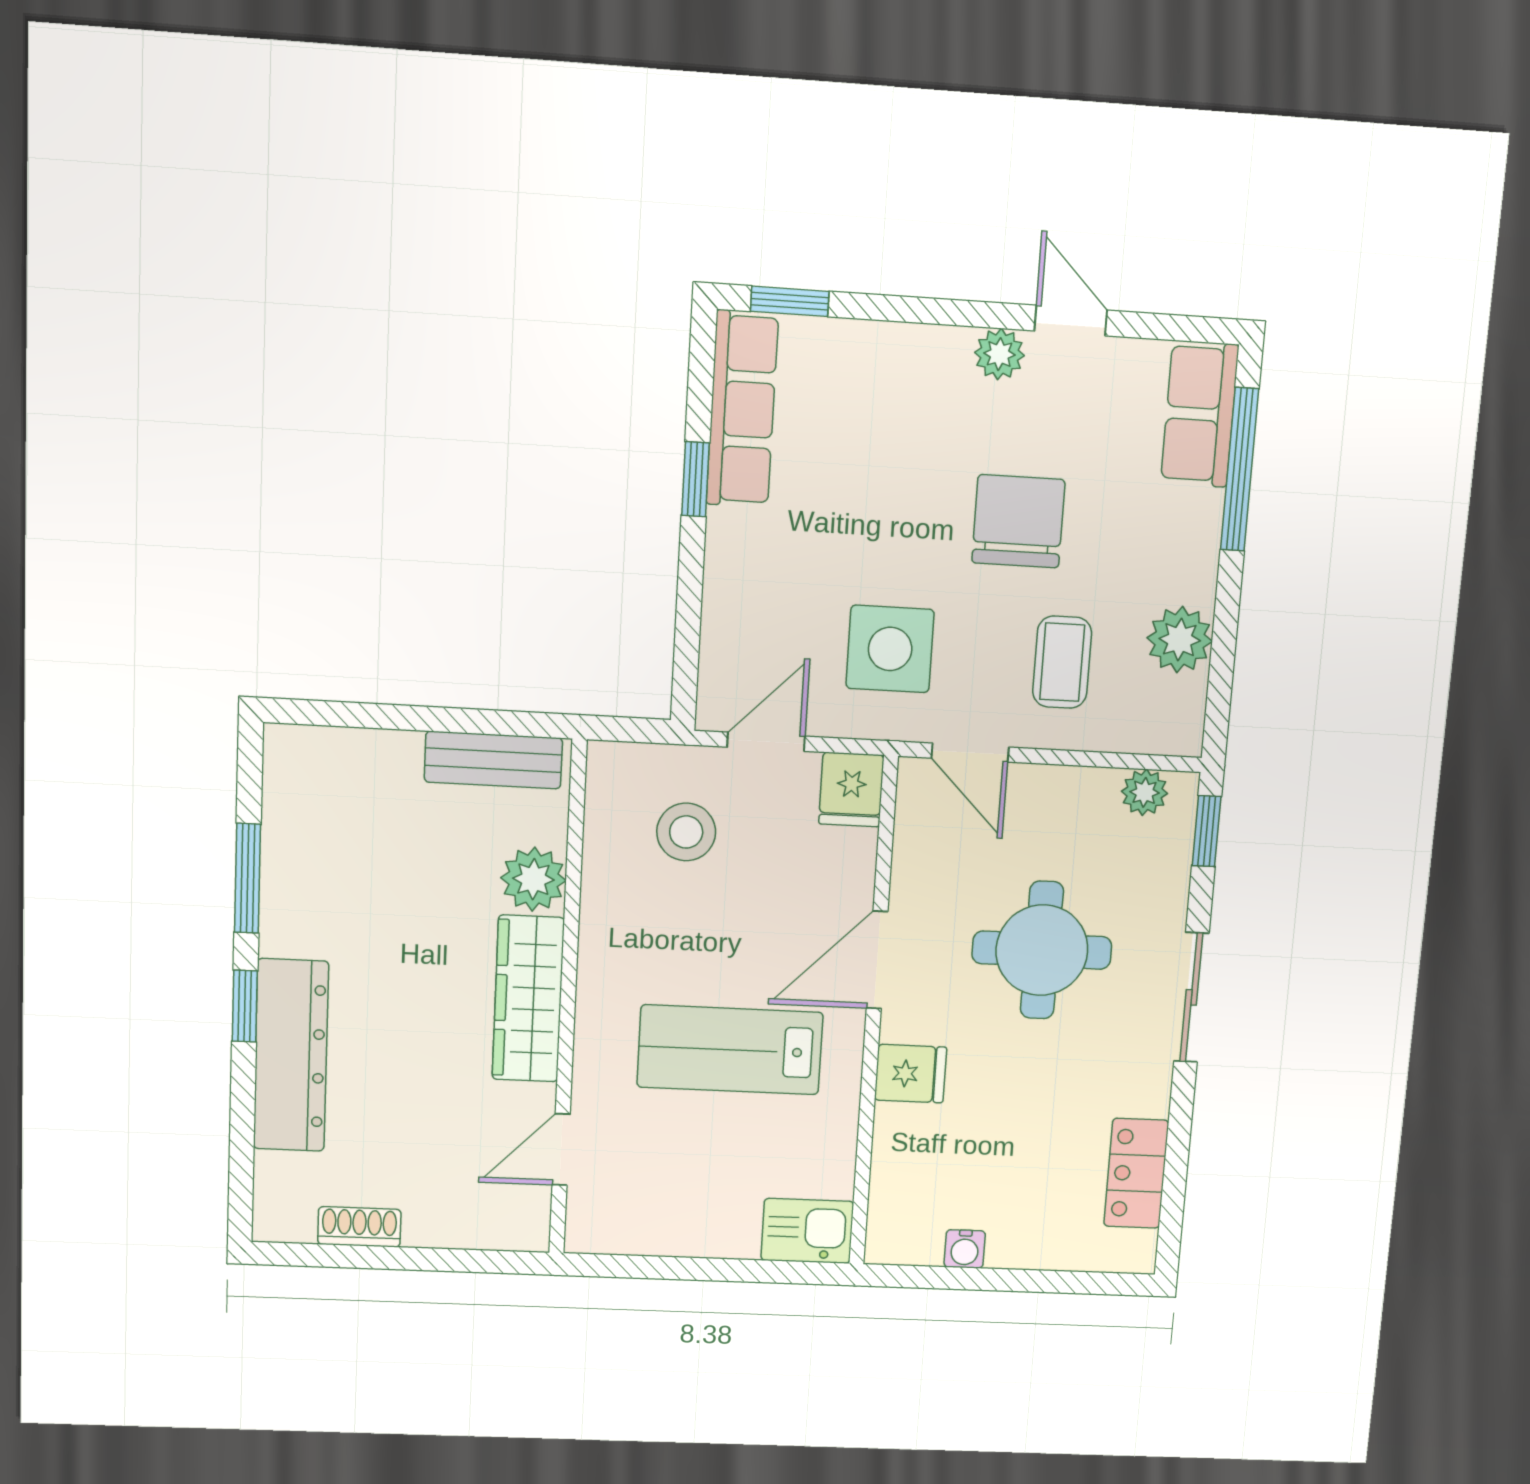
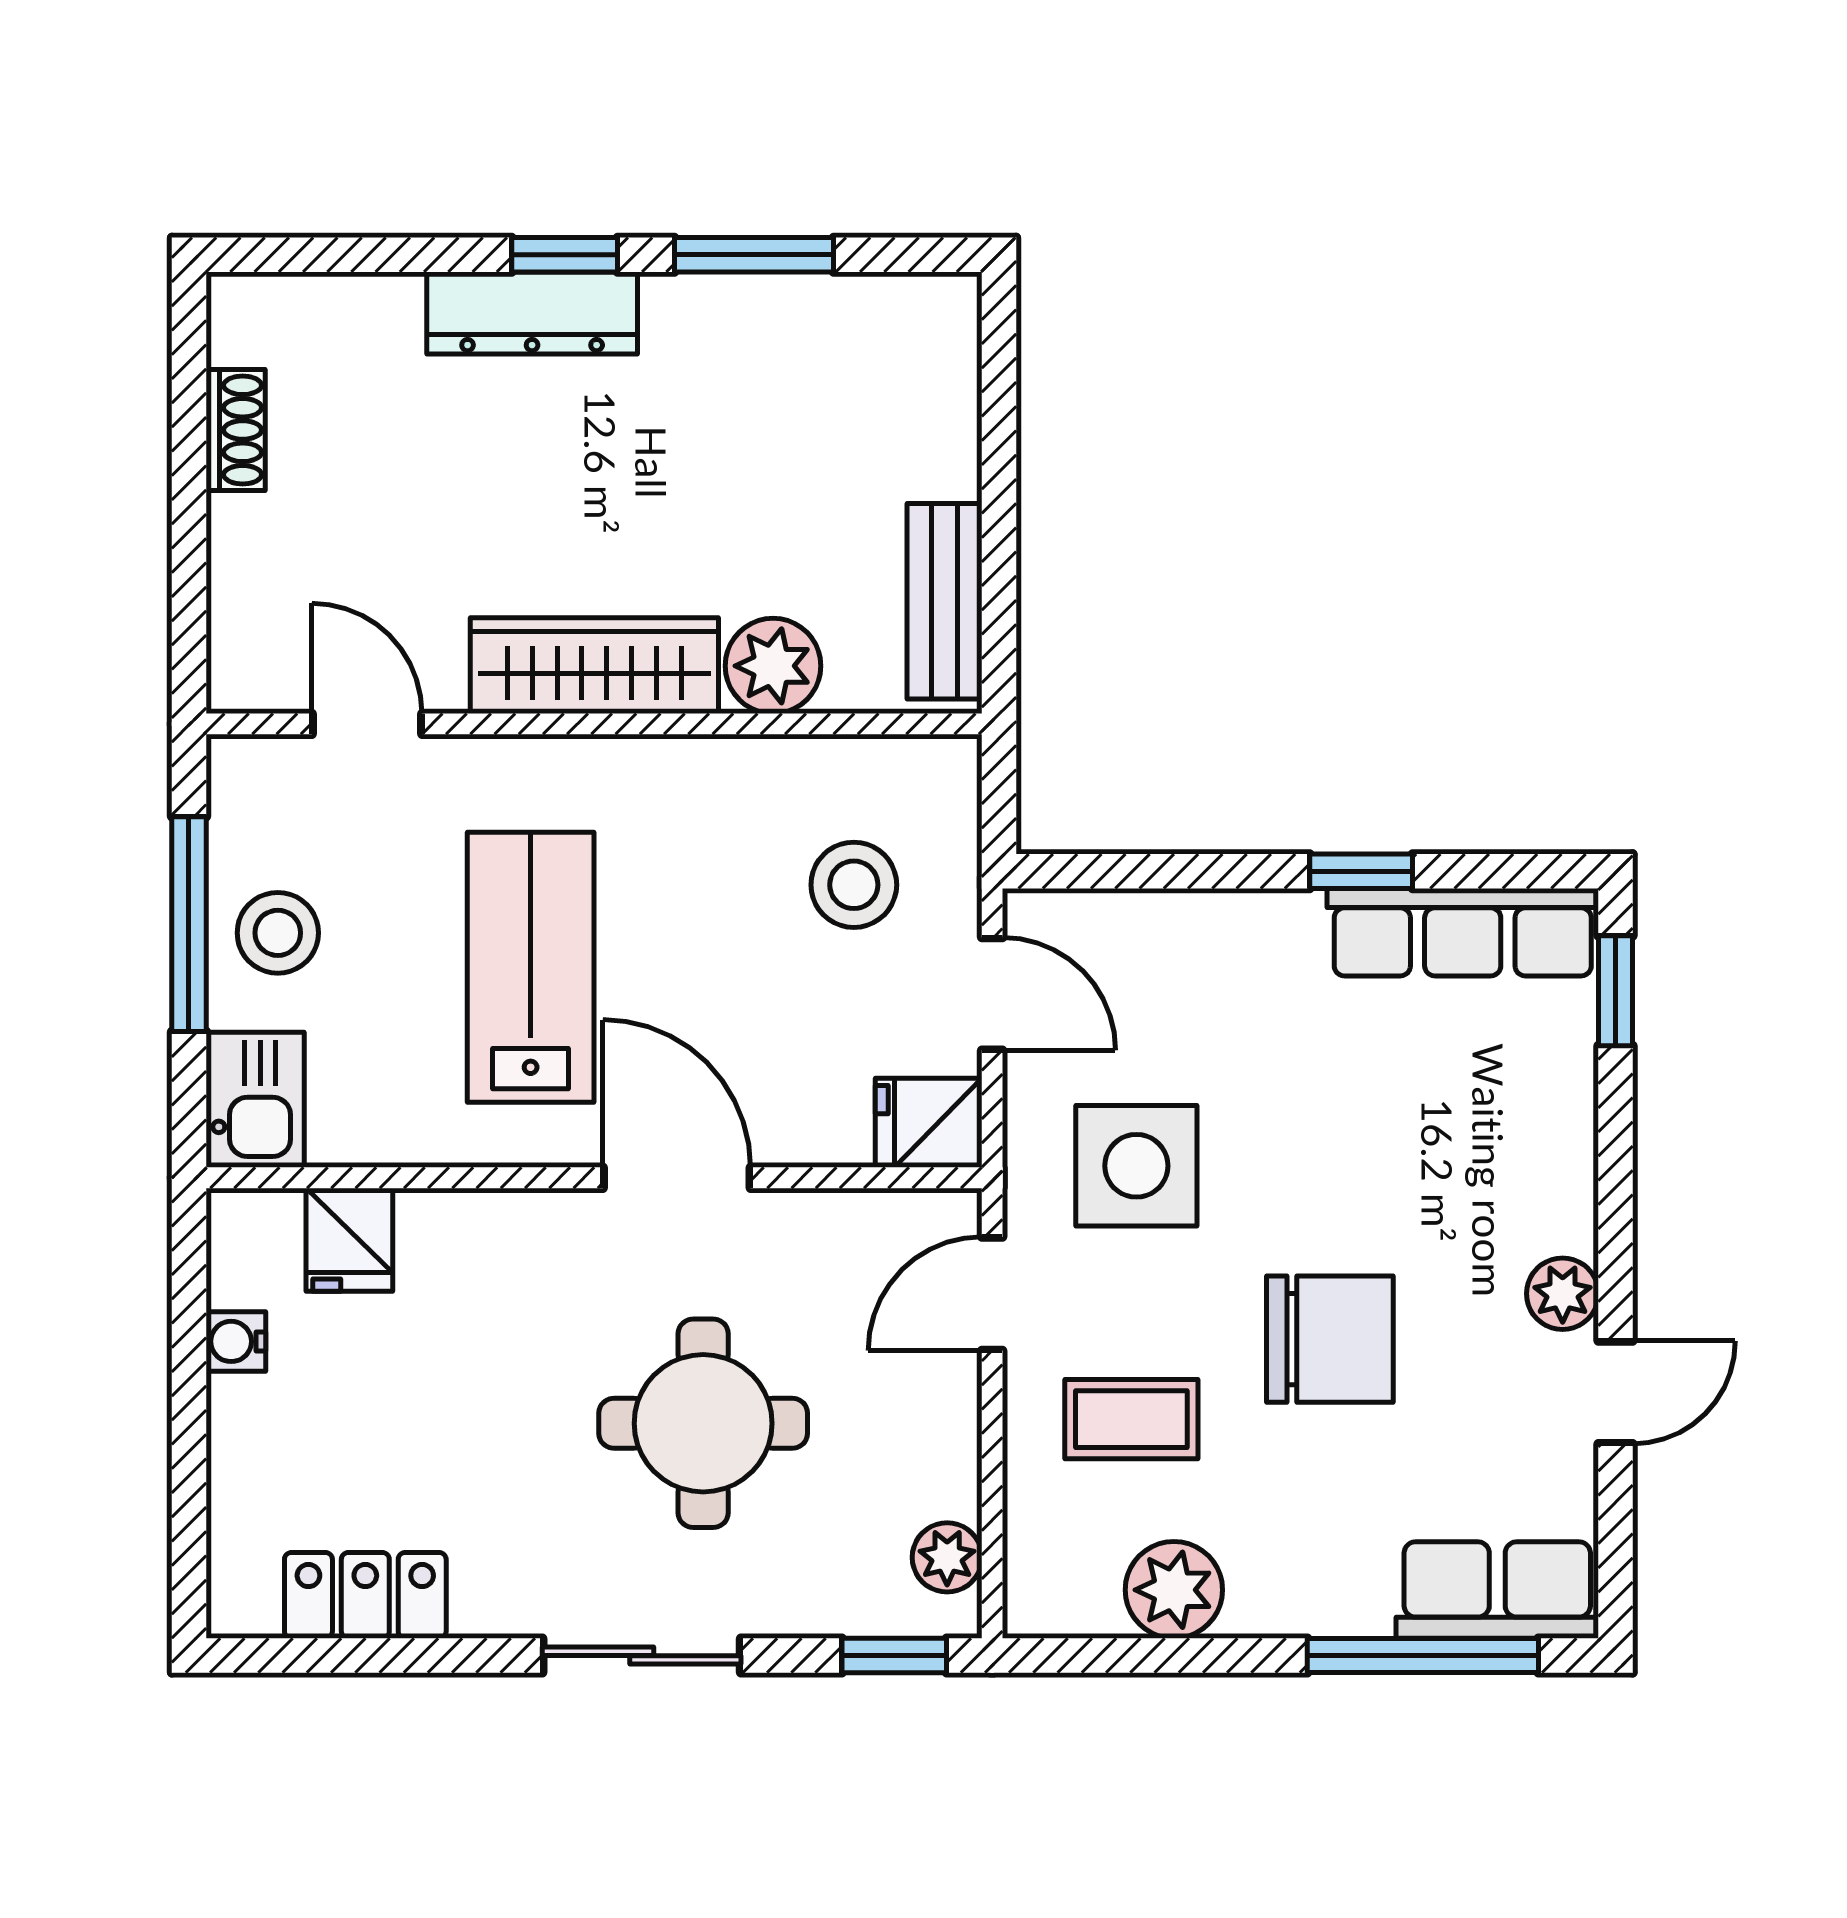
dresser: (291, 1055) -> (532, 313), width x0.73, depth x0.80
fridge: (911, 1074) -> (349, 1240), moved
stool: (698, 1212) -> (278, 933), added
window: (689, 1269) -> (189, 924), added

